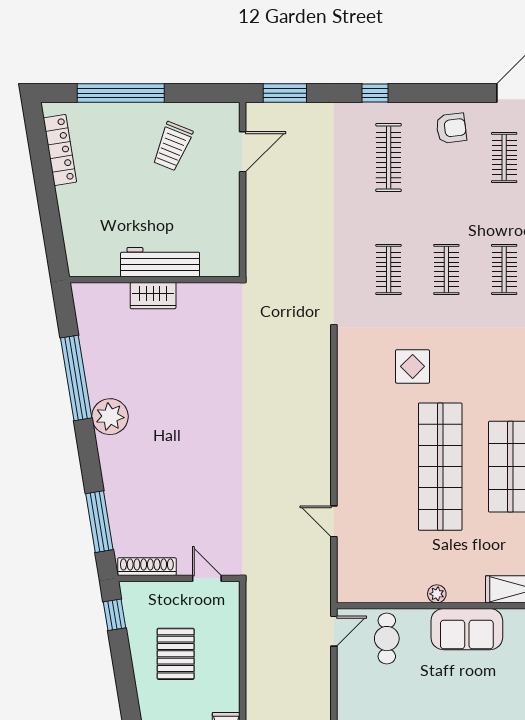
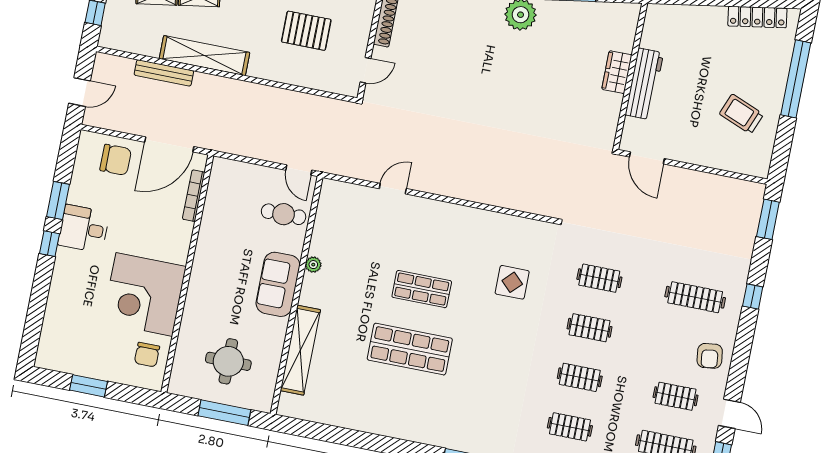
door: (243, 152) -> (647, 158), moved
shop shelf: (440, 467) -> (422, 289), width x0.50, depth x0.74

